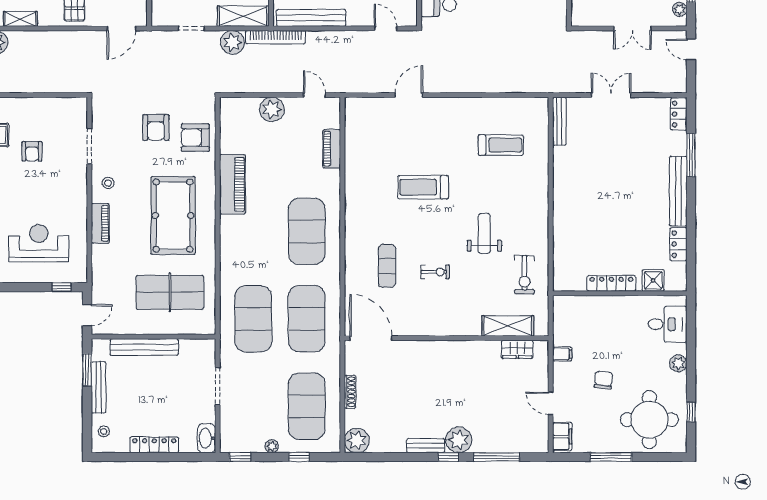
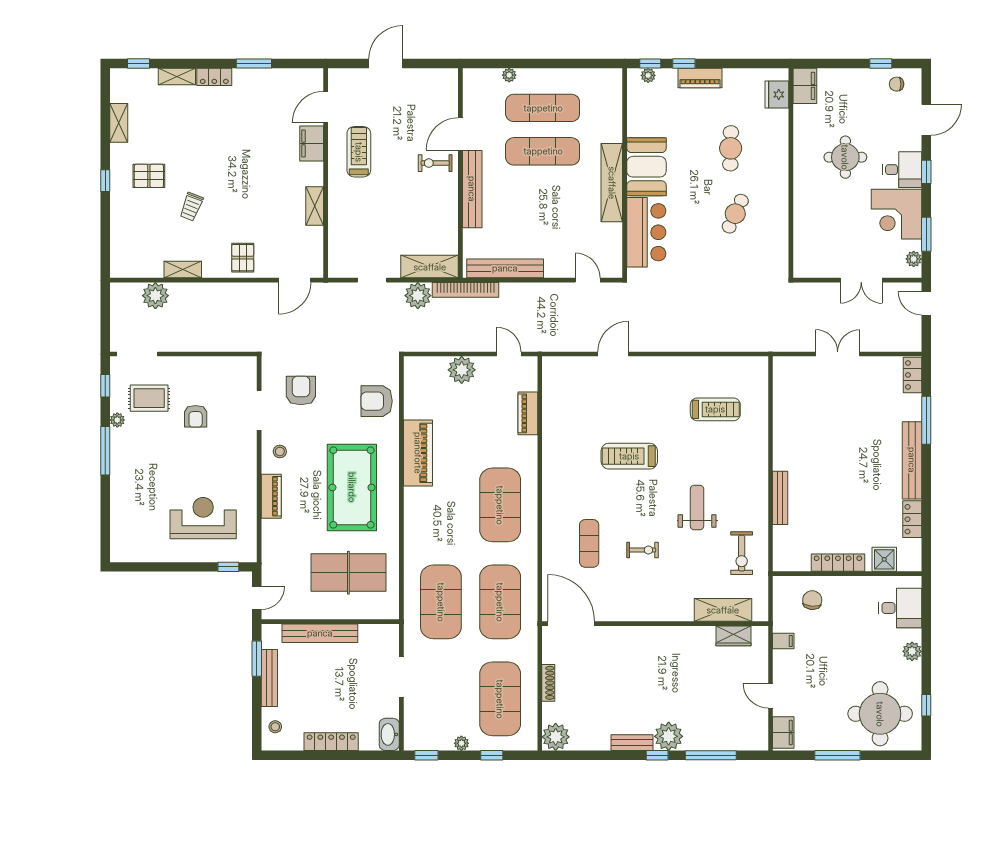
bench: (559, 121) -> (780, 498), moved
armchair: (156, 127) -> (301, 391), moved, turned 180
chair: (603, 380) -> (812, 600), moved

